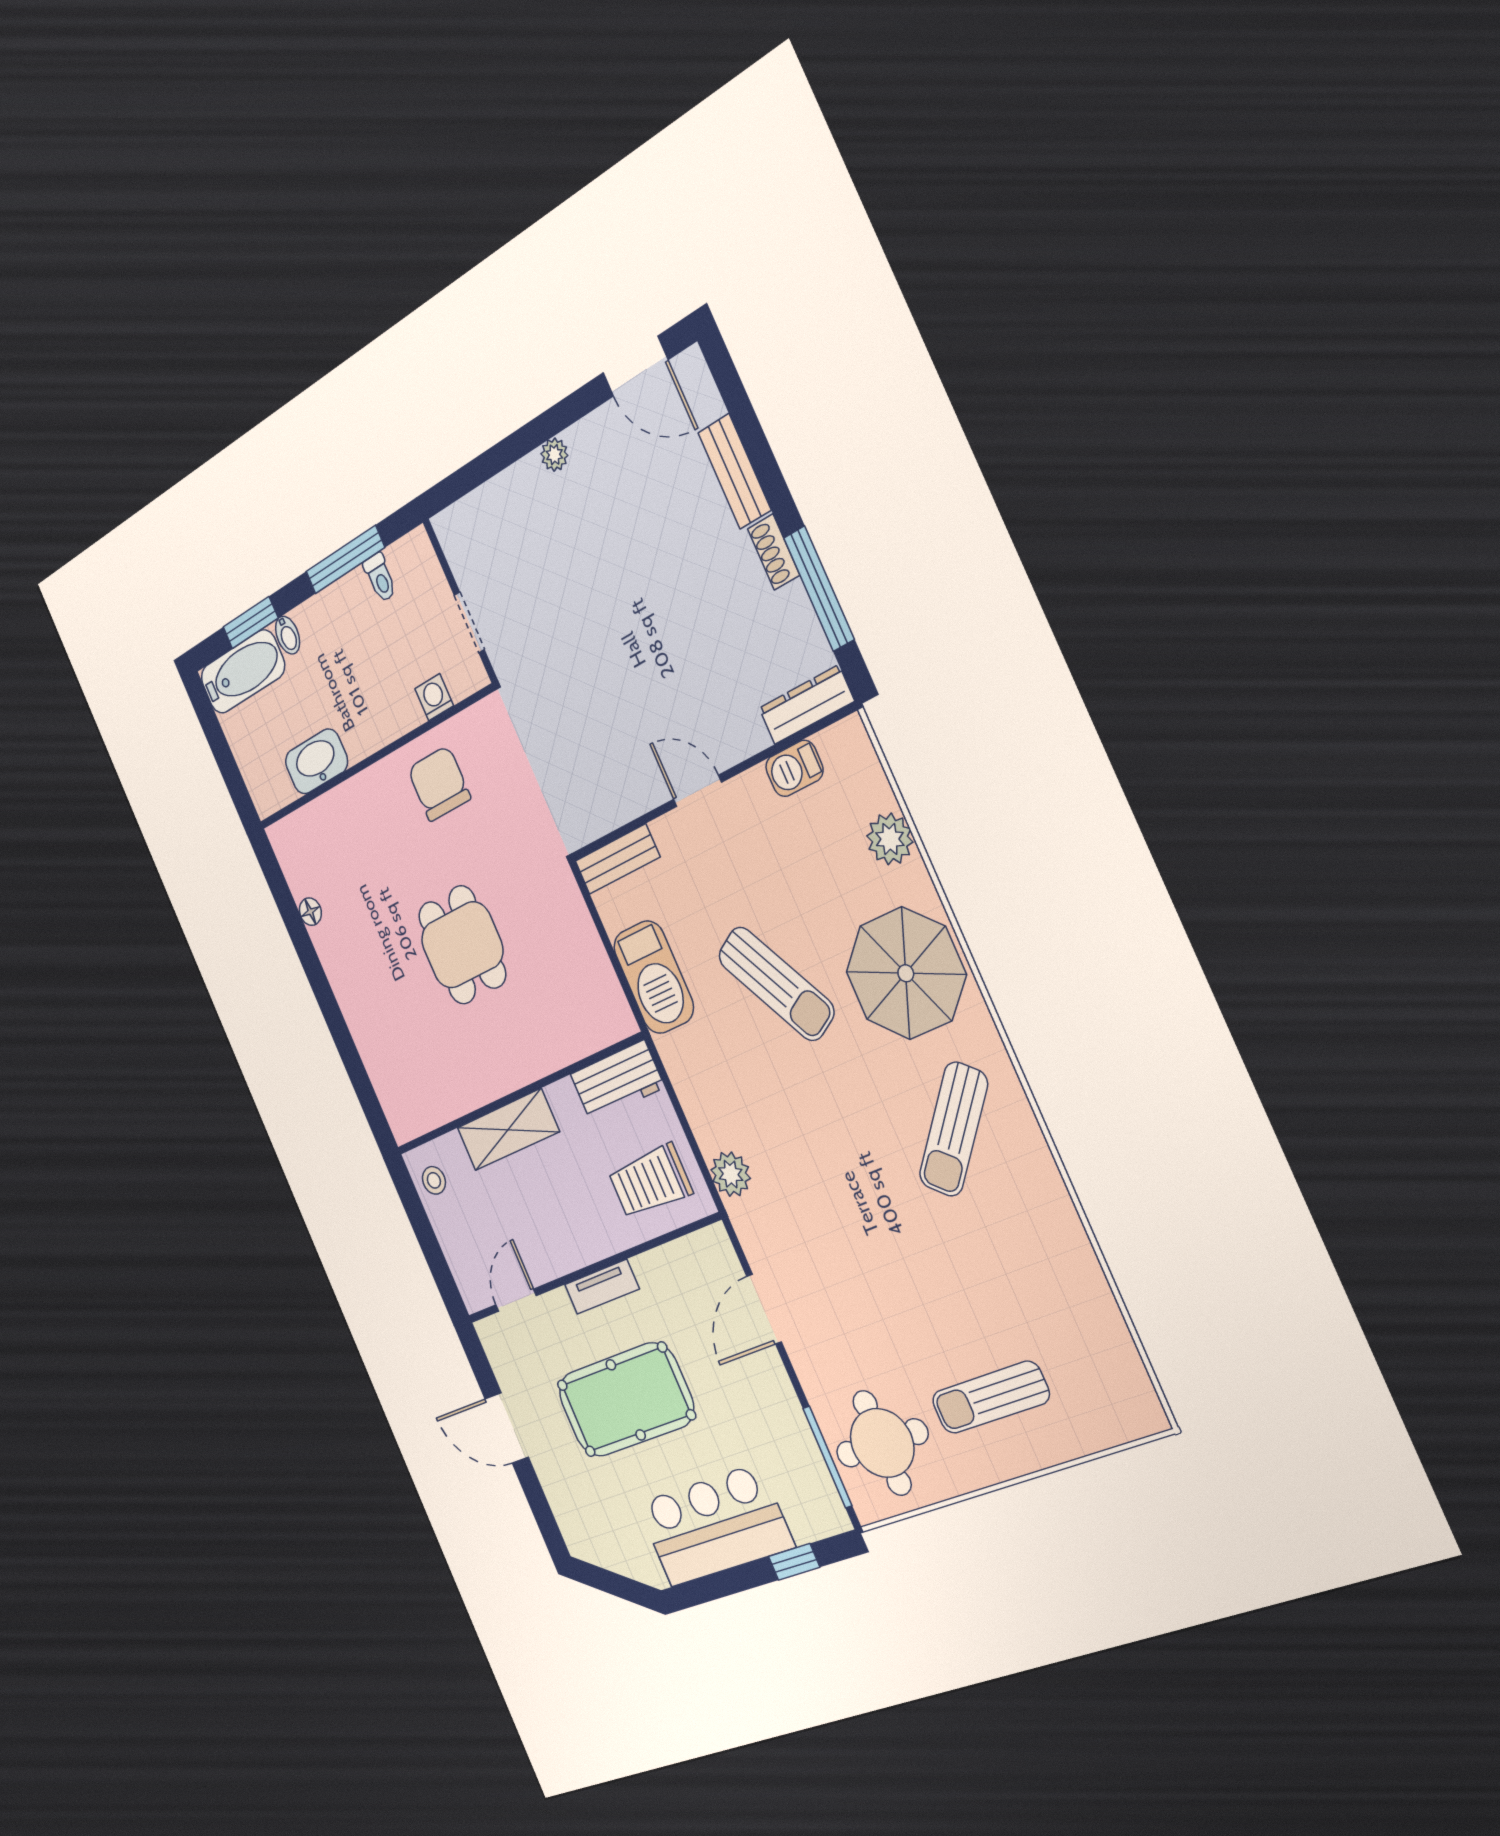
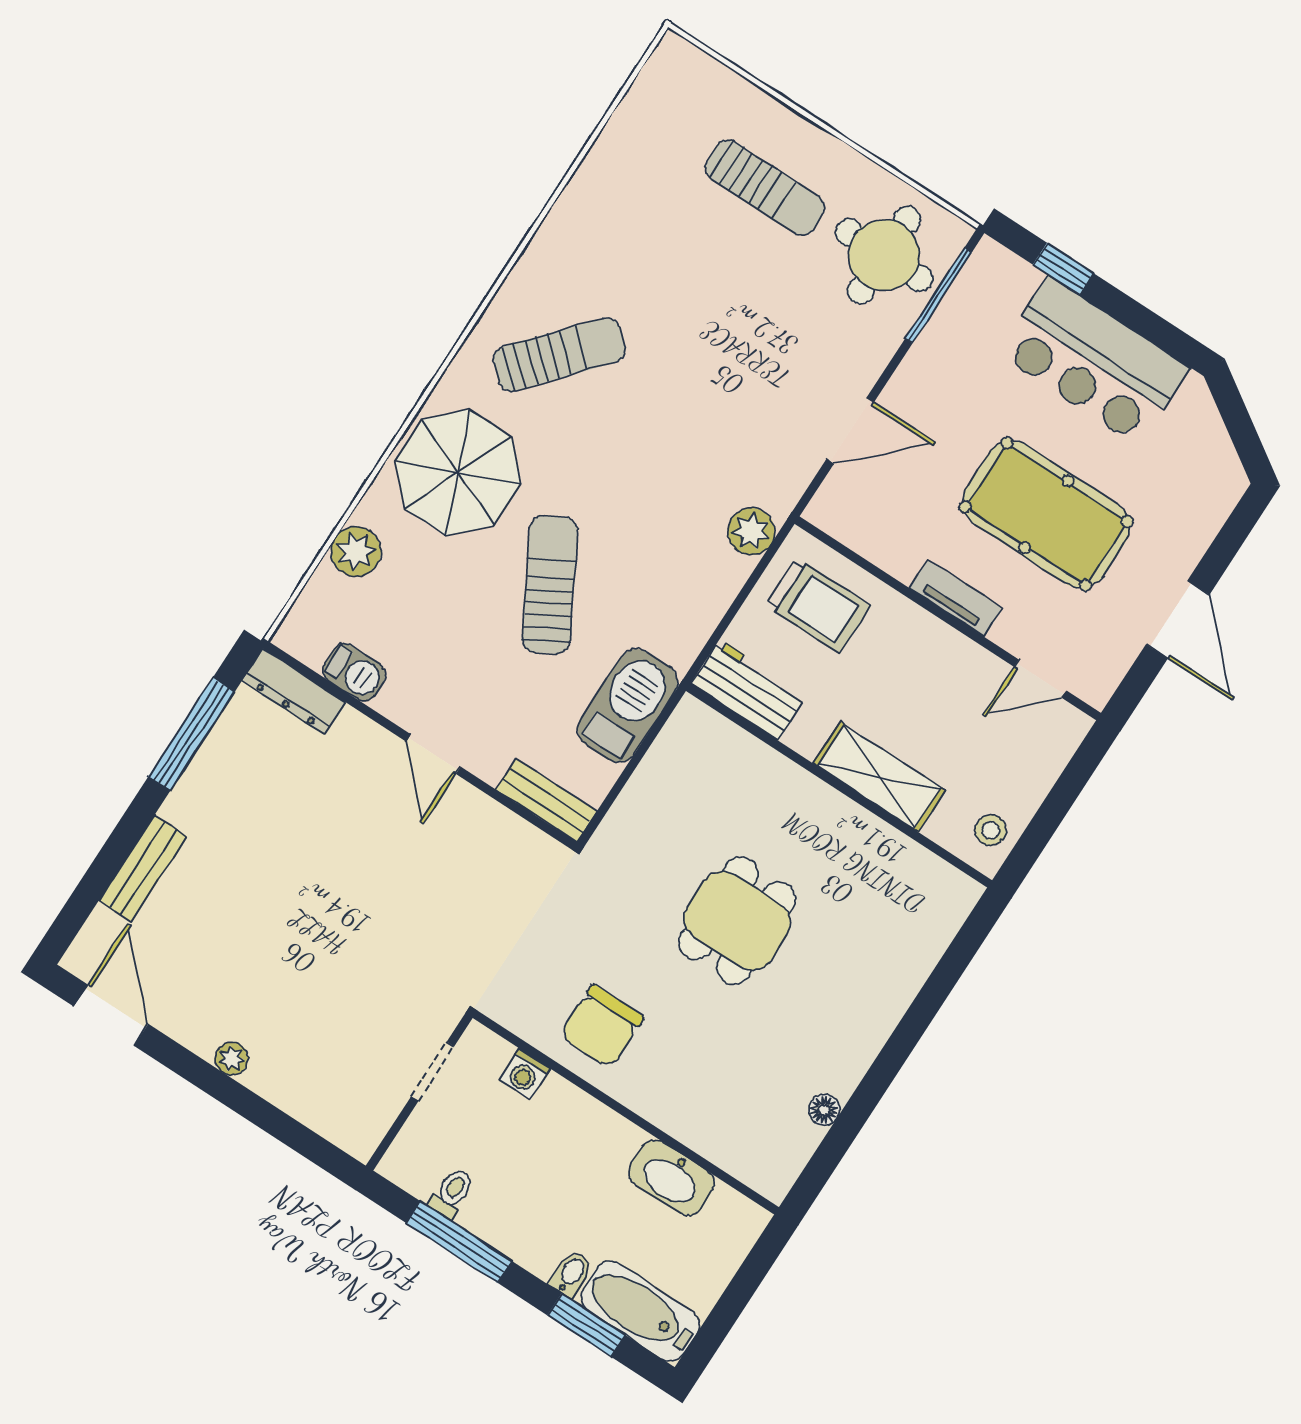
shoe rack: (774, 552) -> (187, 794), removed

